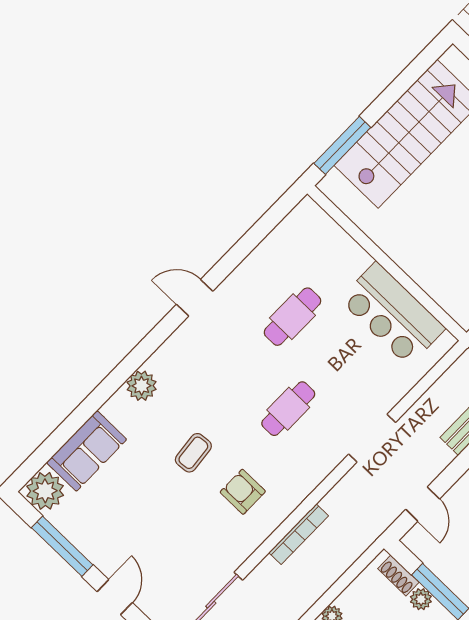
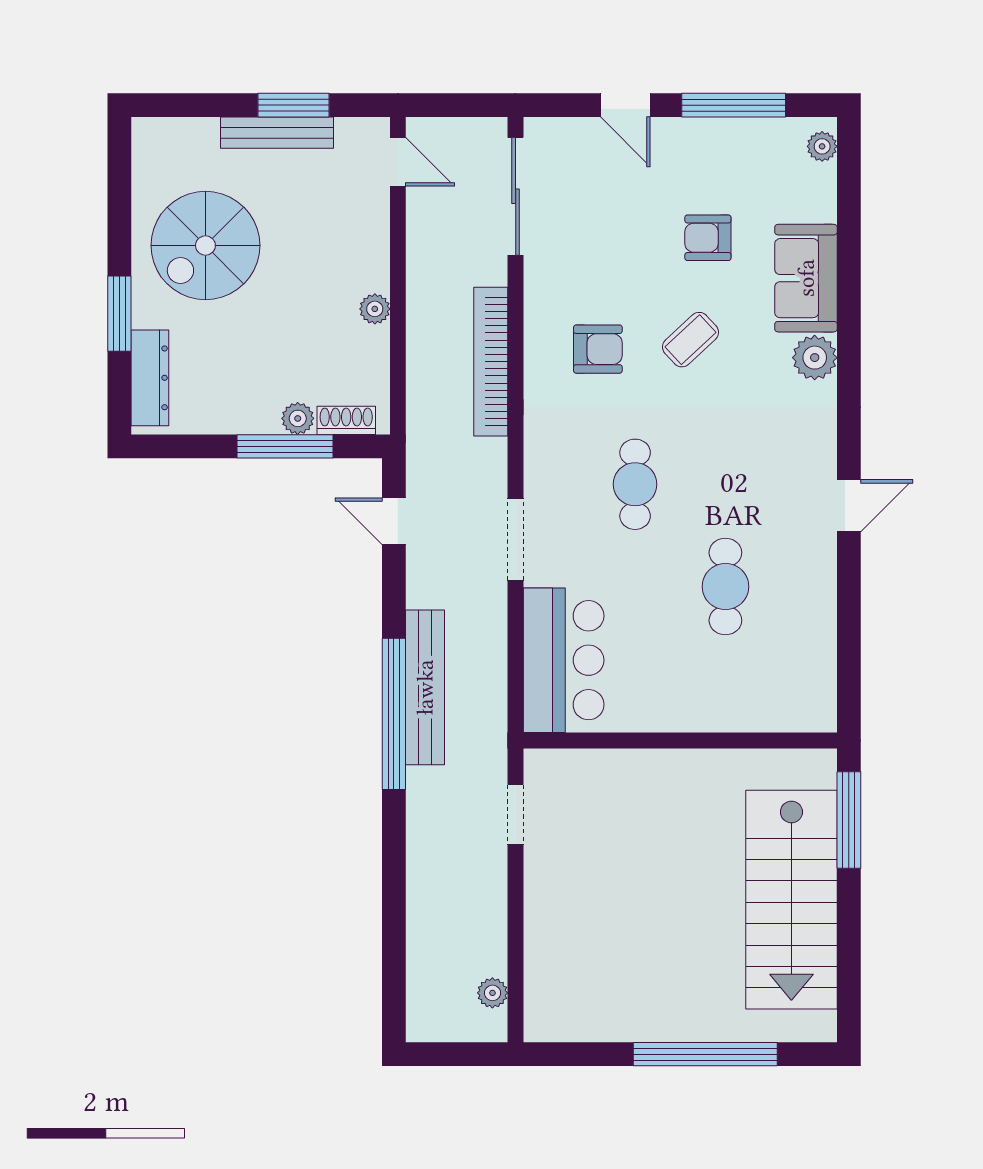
bar counter: (392, 314) -> (564, 660), moved, turned 90
sofa: (87, 451) -> (806, 278), moved
coffee table: (193, 453) -> (691, 340), turned 53
plant: (45, 491) -> (822, 146), width x0.53, depth x0.53
armchair: (137, 494) -> (708, 238), added
bookcase: (299, 534) -> (491, 362), width x1.48, depth x1.31

